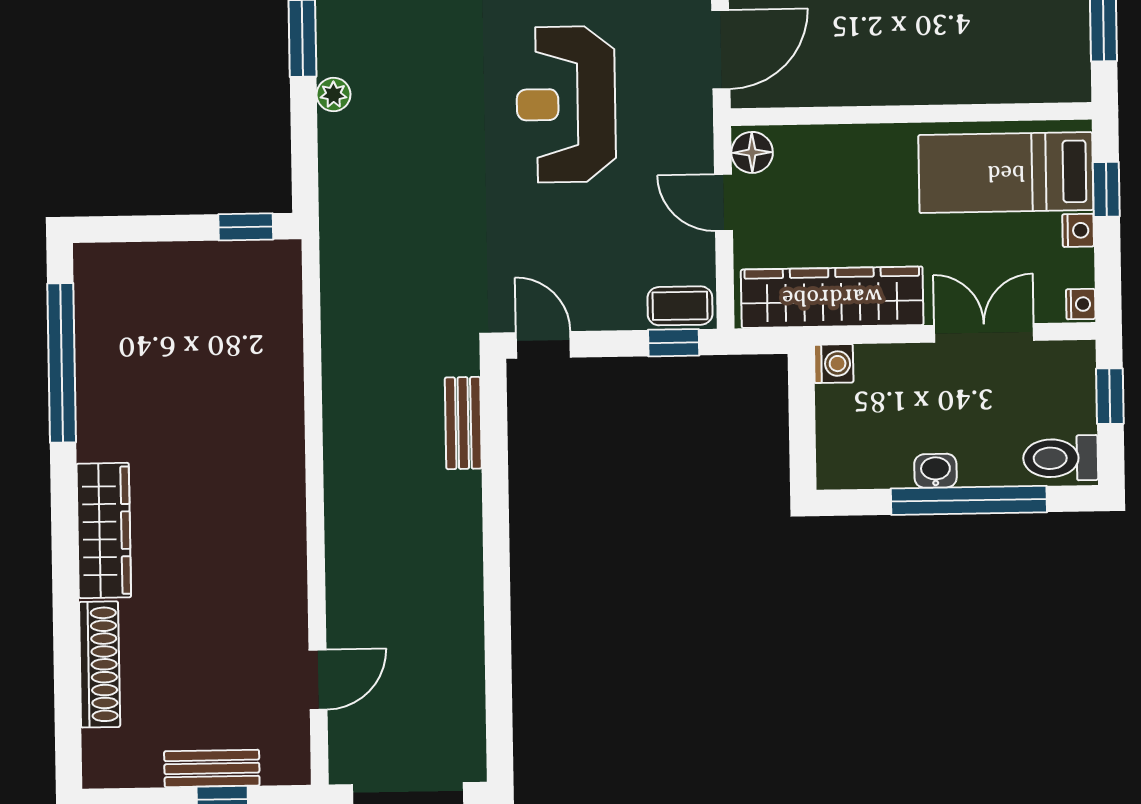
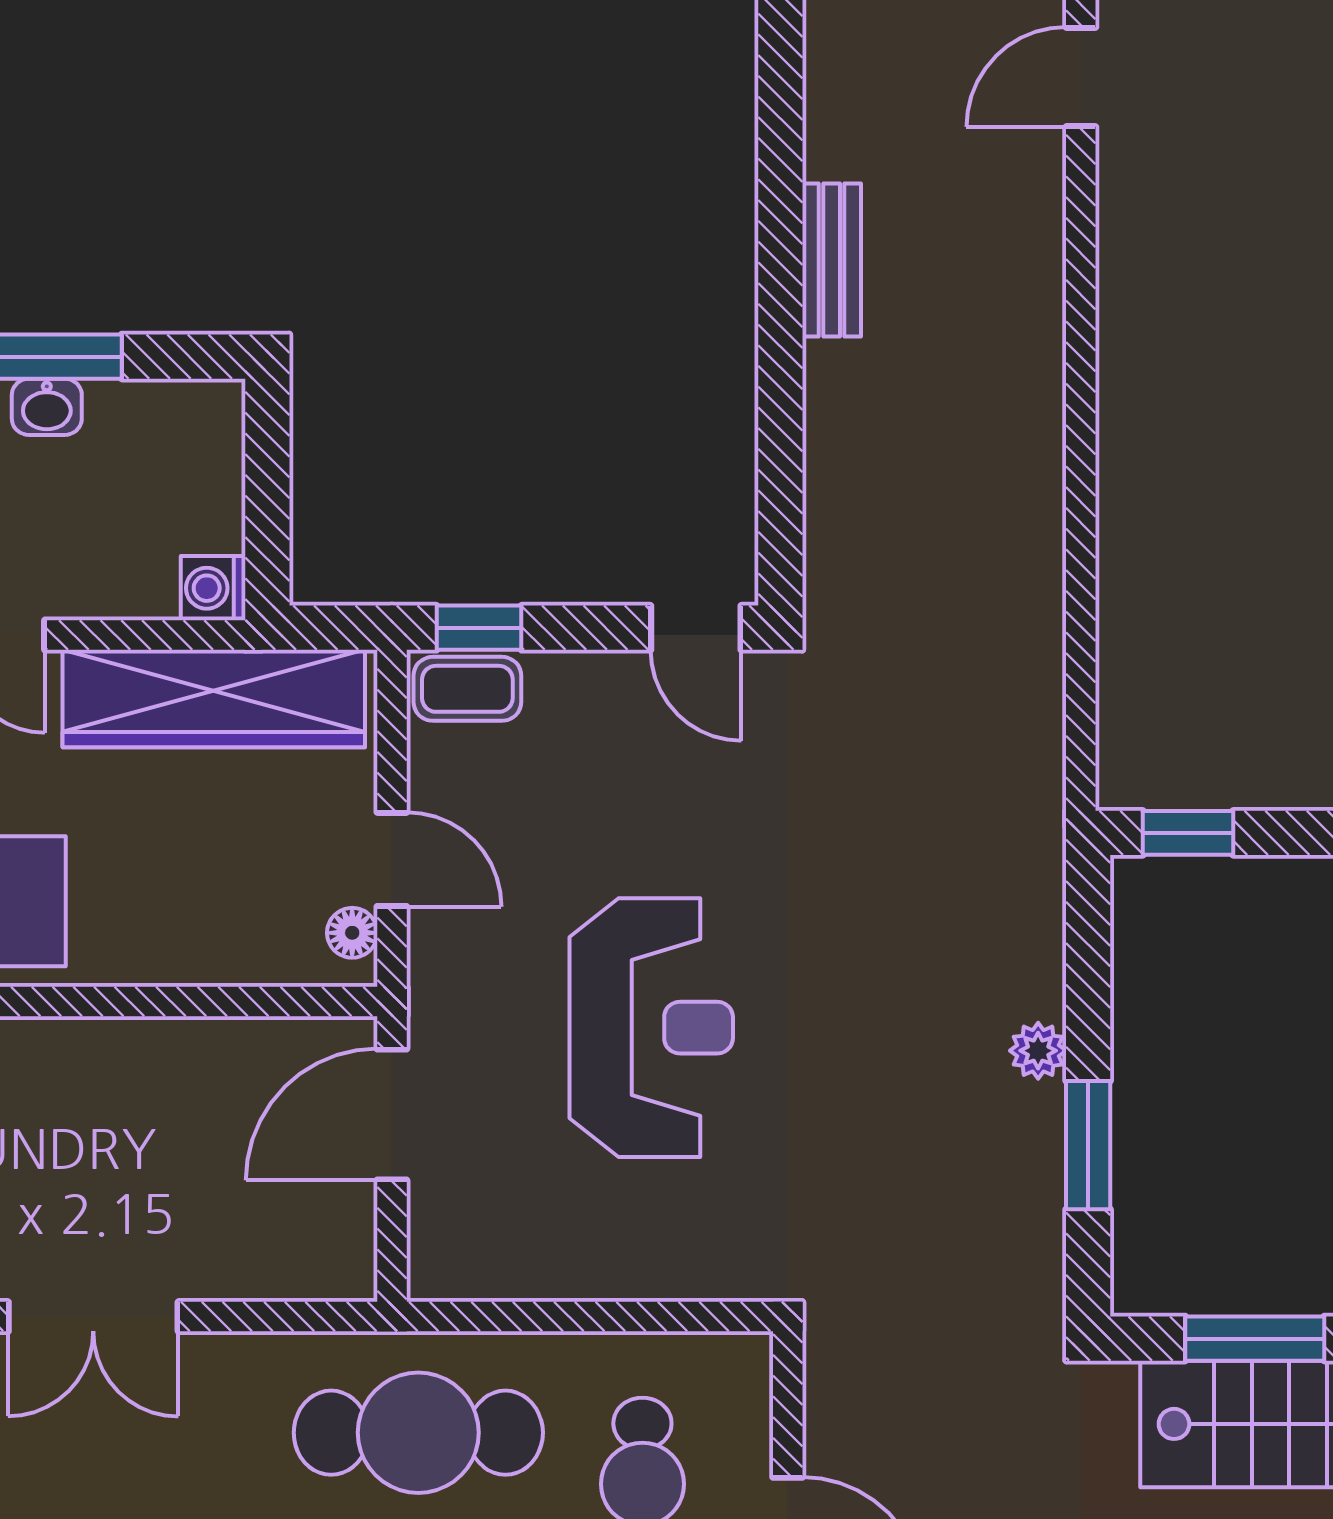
floor lamp: (752, 152) -> (352, 933), width x0.73, depth x0.73
bench: (463, 423) -> (832, 260), moved

